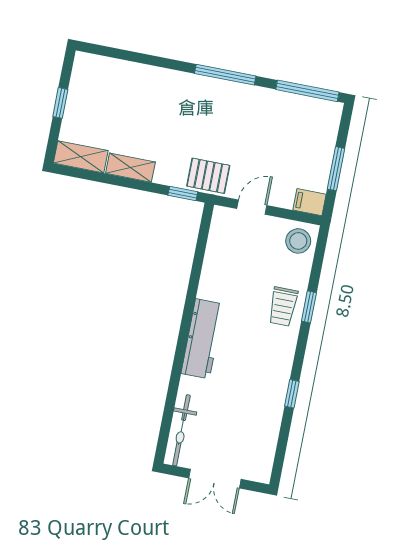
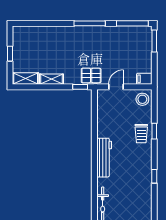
window: (336, 169) -> (154, 41), moved

